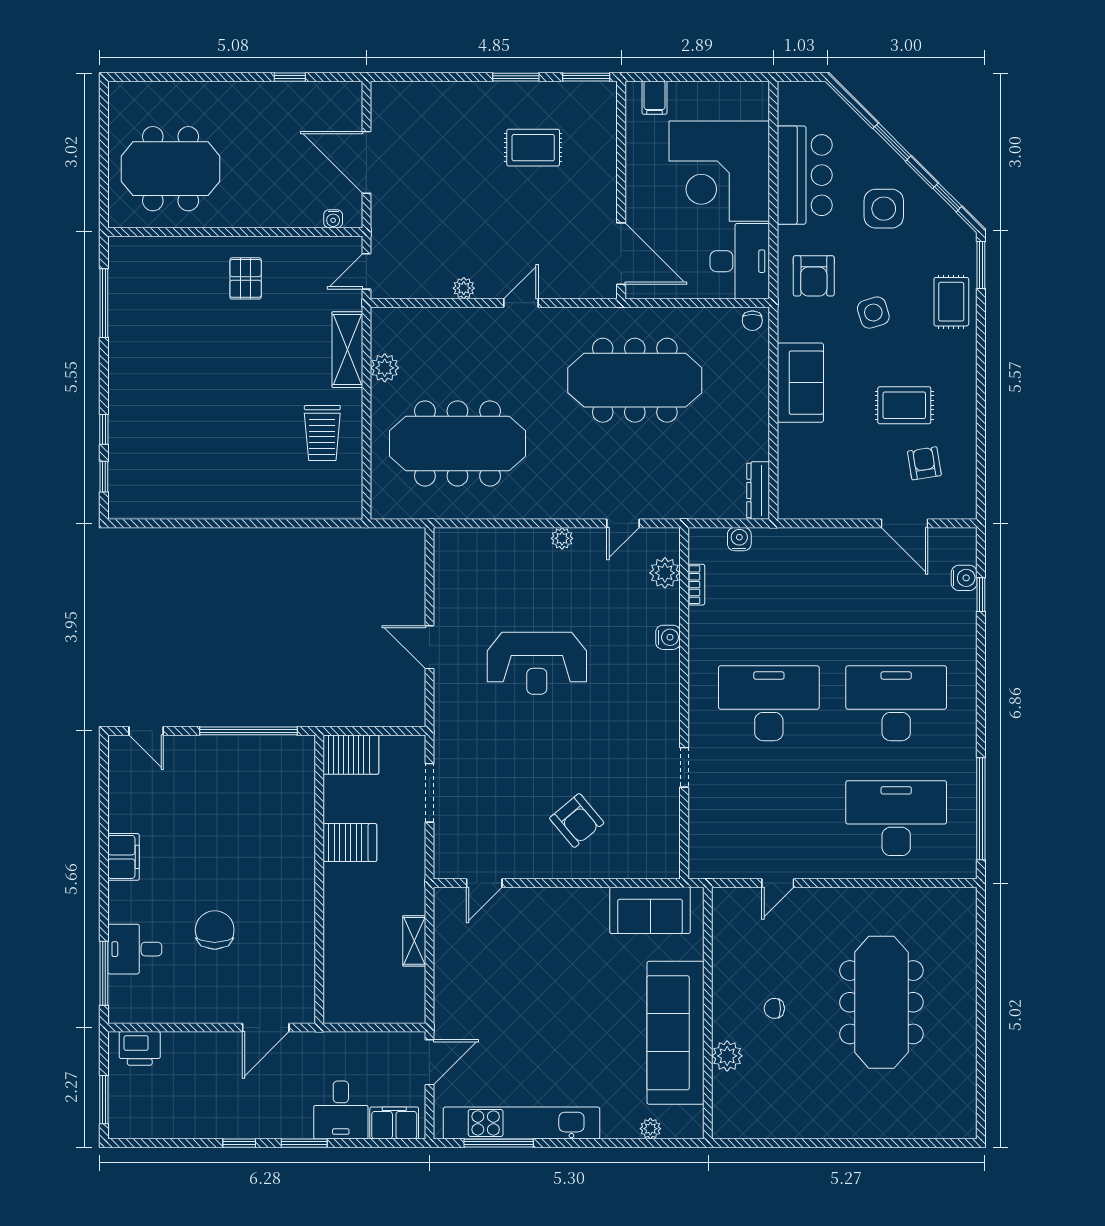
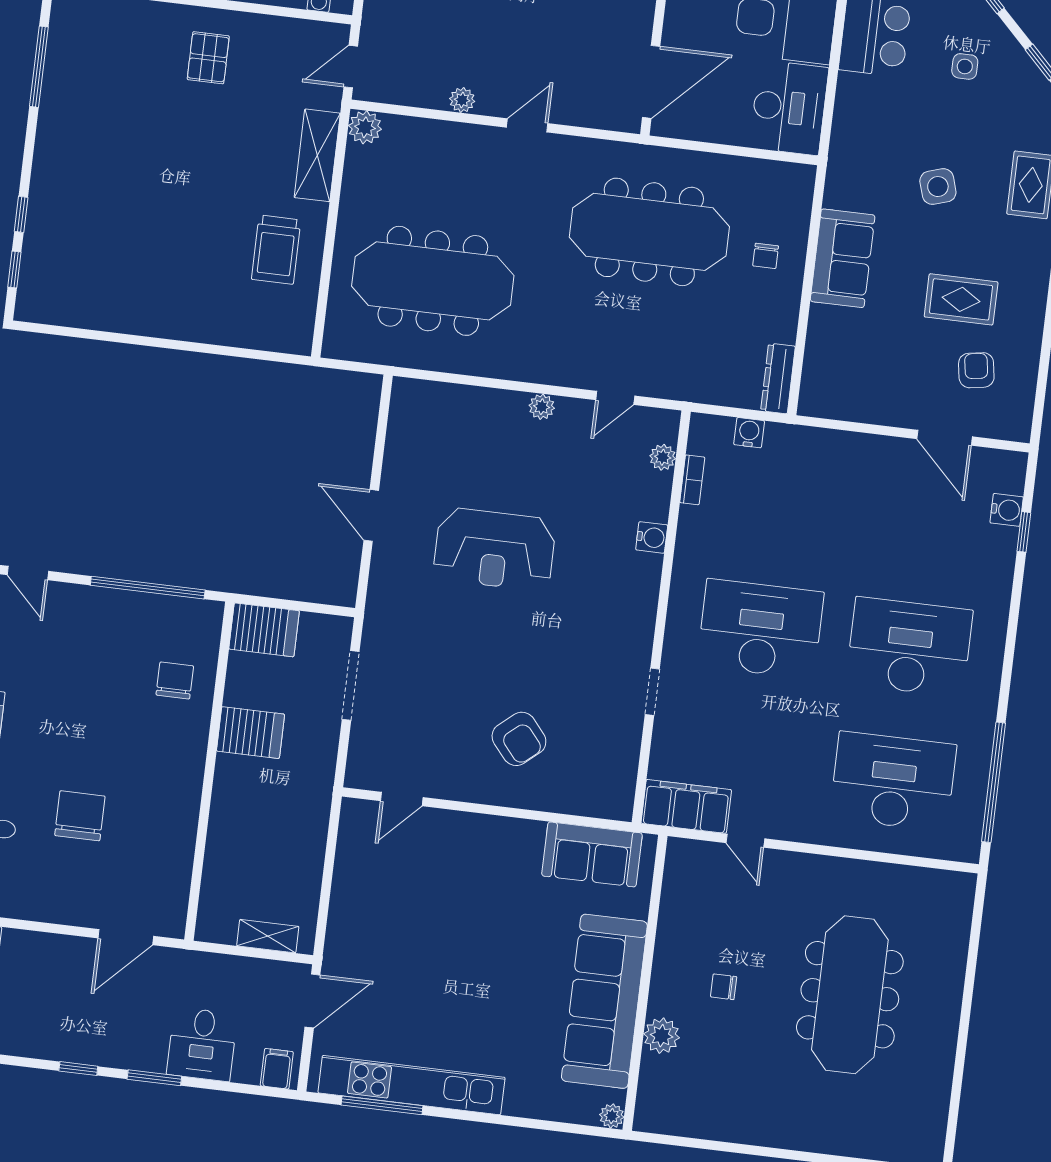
side table: (884, 209) -> (965, 66), width x0.54, depth x0.54
door: (621, 254) -> (651, 82), hinge flipped
armchair: (814, 276) -> (873, 135), removed
chair: (752, 321) -> (766, 256), moved
plant: (385, 368) -> (365, 127), moved
plant: (665, 573) -> (663, 457), width x0.73, depth x0.73
chair: (281, 806) -> (175, 680), added
filing cabinet: (724, 860) -> (686, 806), added
door: (778, 883) -> (745, 841), hinge flipped
shelving: (414, 941) -> (268, 936), moved, turned 90
filing cabinet: (394, 1123) -> (277, 1069), width x0.50
plant: (650, 1129) -> (612, 1116), moved

